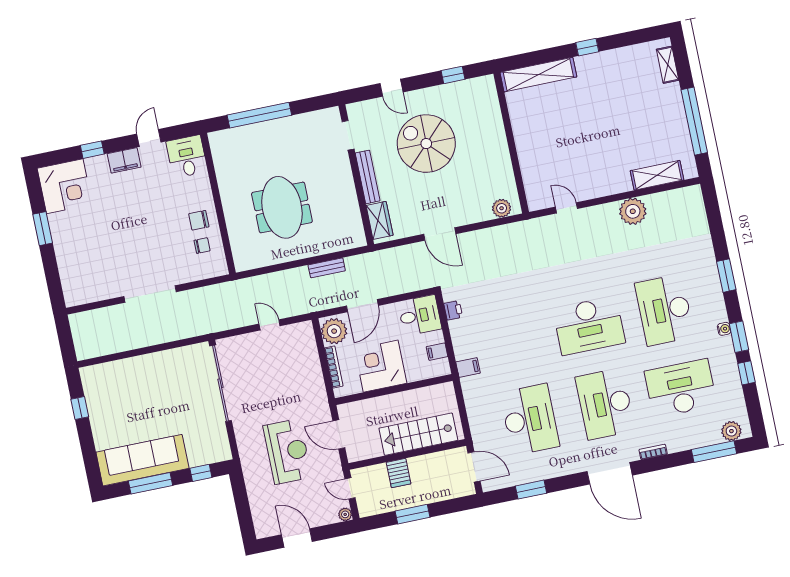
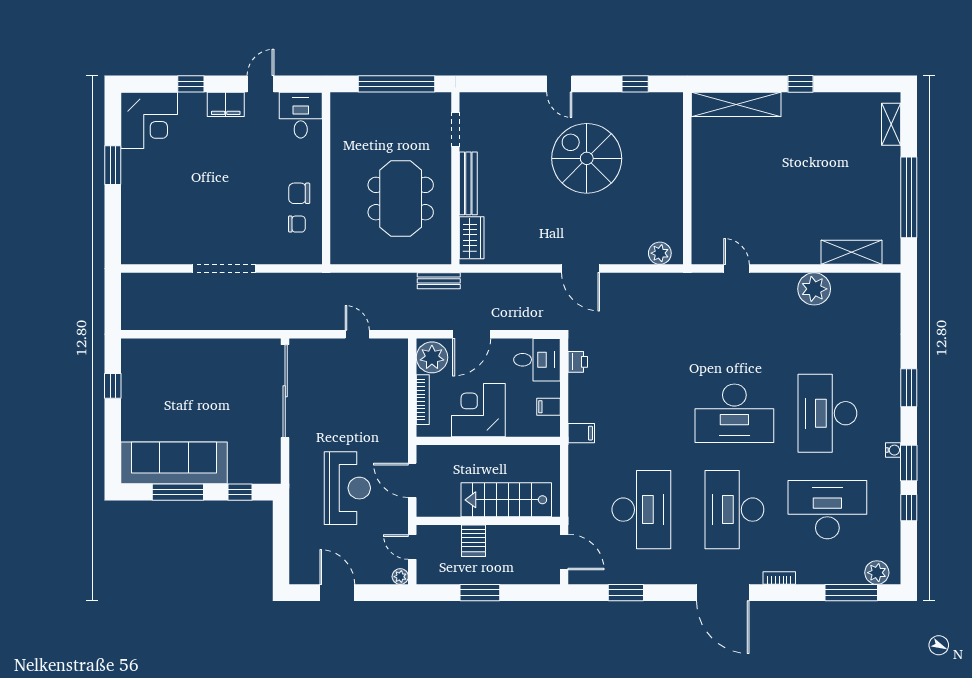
doorway: (348, 135) -> (455, 129), moved
wall: (356, 175) -> (455, 178), moved
bench: (368, 177) -> (468, 183), moved
wardrobe: (380, 220) -> (472, 238), moved

